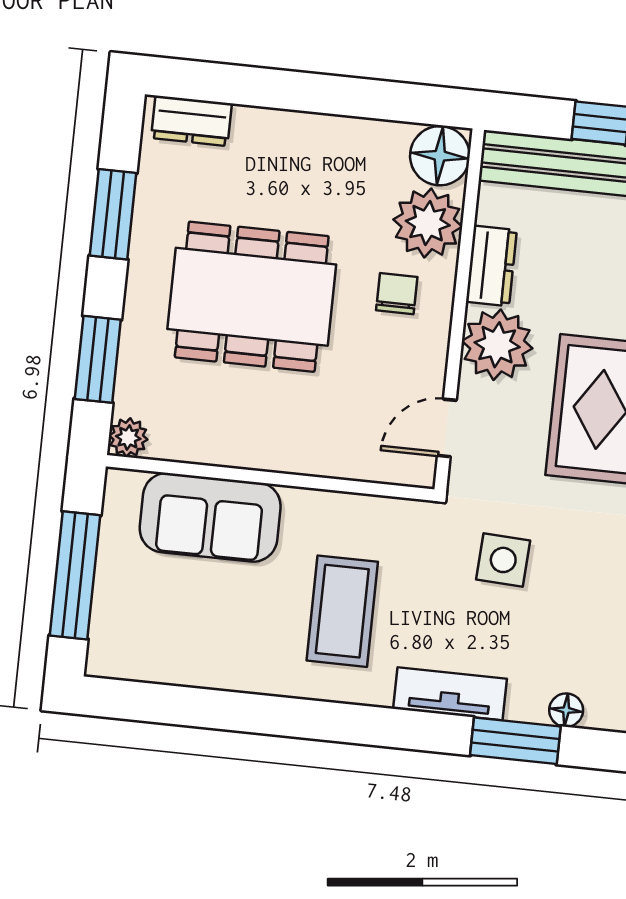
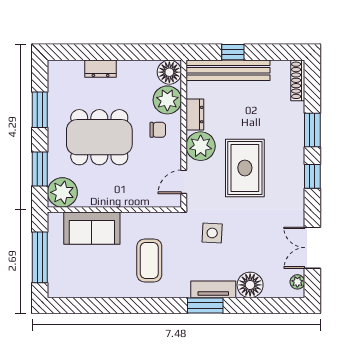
dresser: (191, 121) -> (101, 69), moved
chair: (397, 294) -> (158, 130), turned 90
plant: (128, 438) -> (62, 192), width x1.88, depth x1.88
tv unit: (450, 694) -> (213, 289), moved
floor lamp: (566, 710) -> (250, 285), width x1.89, depth x1.89
window: (515, 741) -> (205, 306), moved

